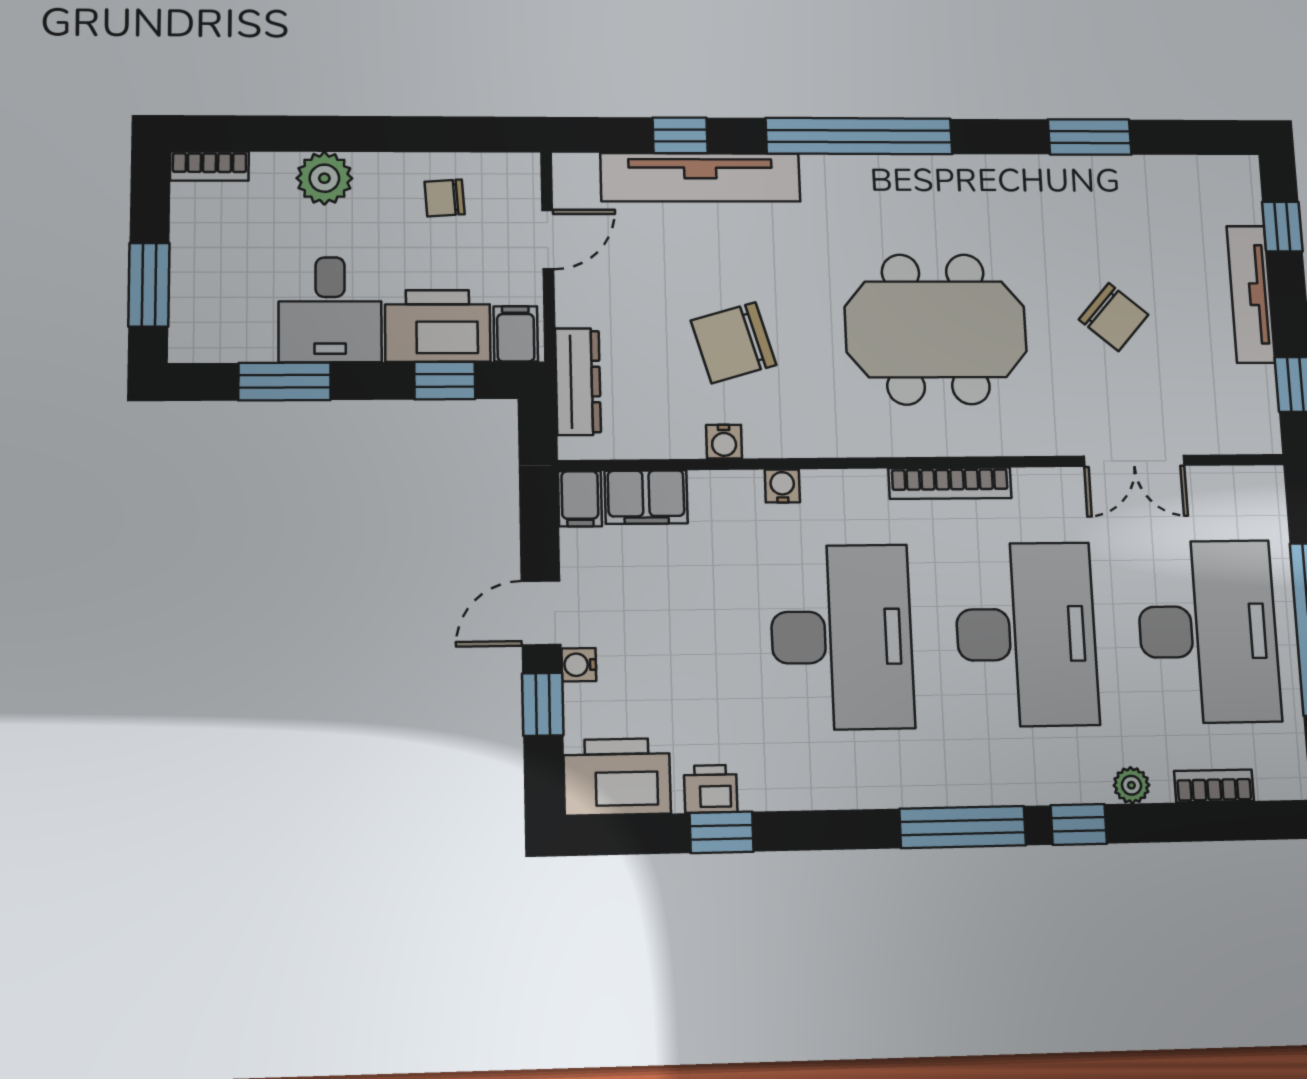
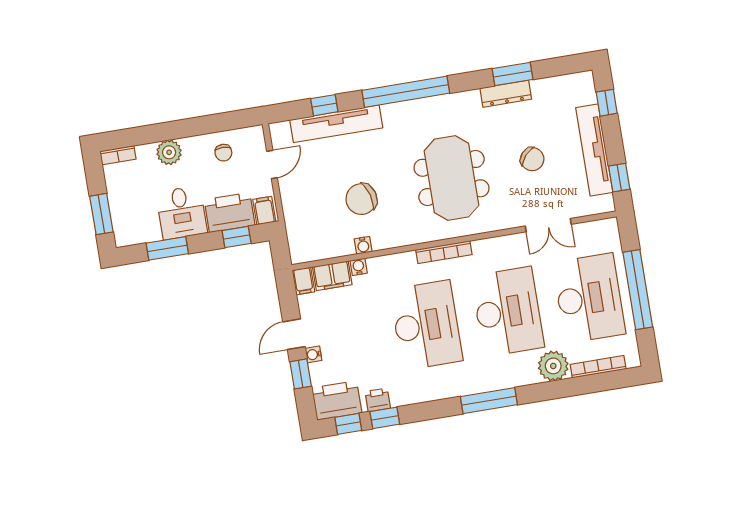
chair: (445, 198) -> (223, 153), turned -86
tv unit: (1251, 294) -> (594, 150), width x1.36, depth x1.29
meeting table: (936, 329) -> (452, 178), turned 90
dresser: (578, 382) -> (506, 94), moved, turned 90
bookcase: (950, 483) -> (444, 252), moved
water cooler: (782, 486) -> (359, 267), moved
plant: (1131, 785) -> (553, 366), width x1.88, depth x1.88
bookcase: (1214, 786) -> (598, 367), width x1.56
window: (1079, 824) -> (348, 424), moved

